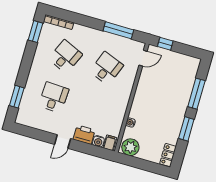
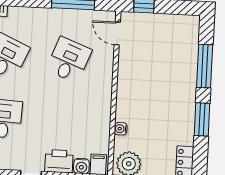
door: (143, 58) -> (117, 33), swing flipped

